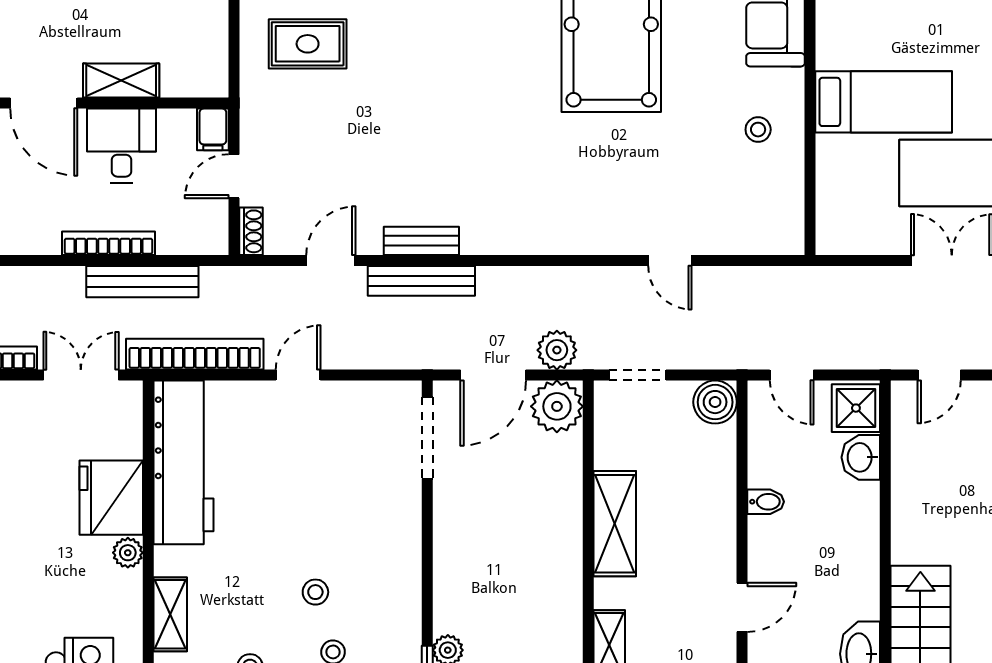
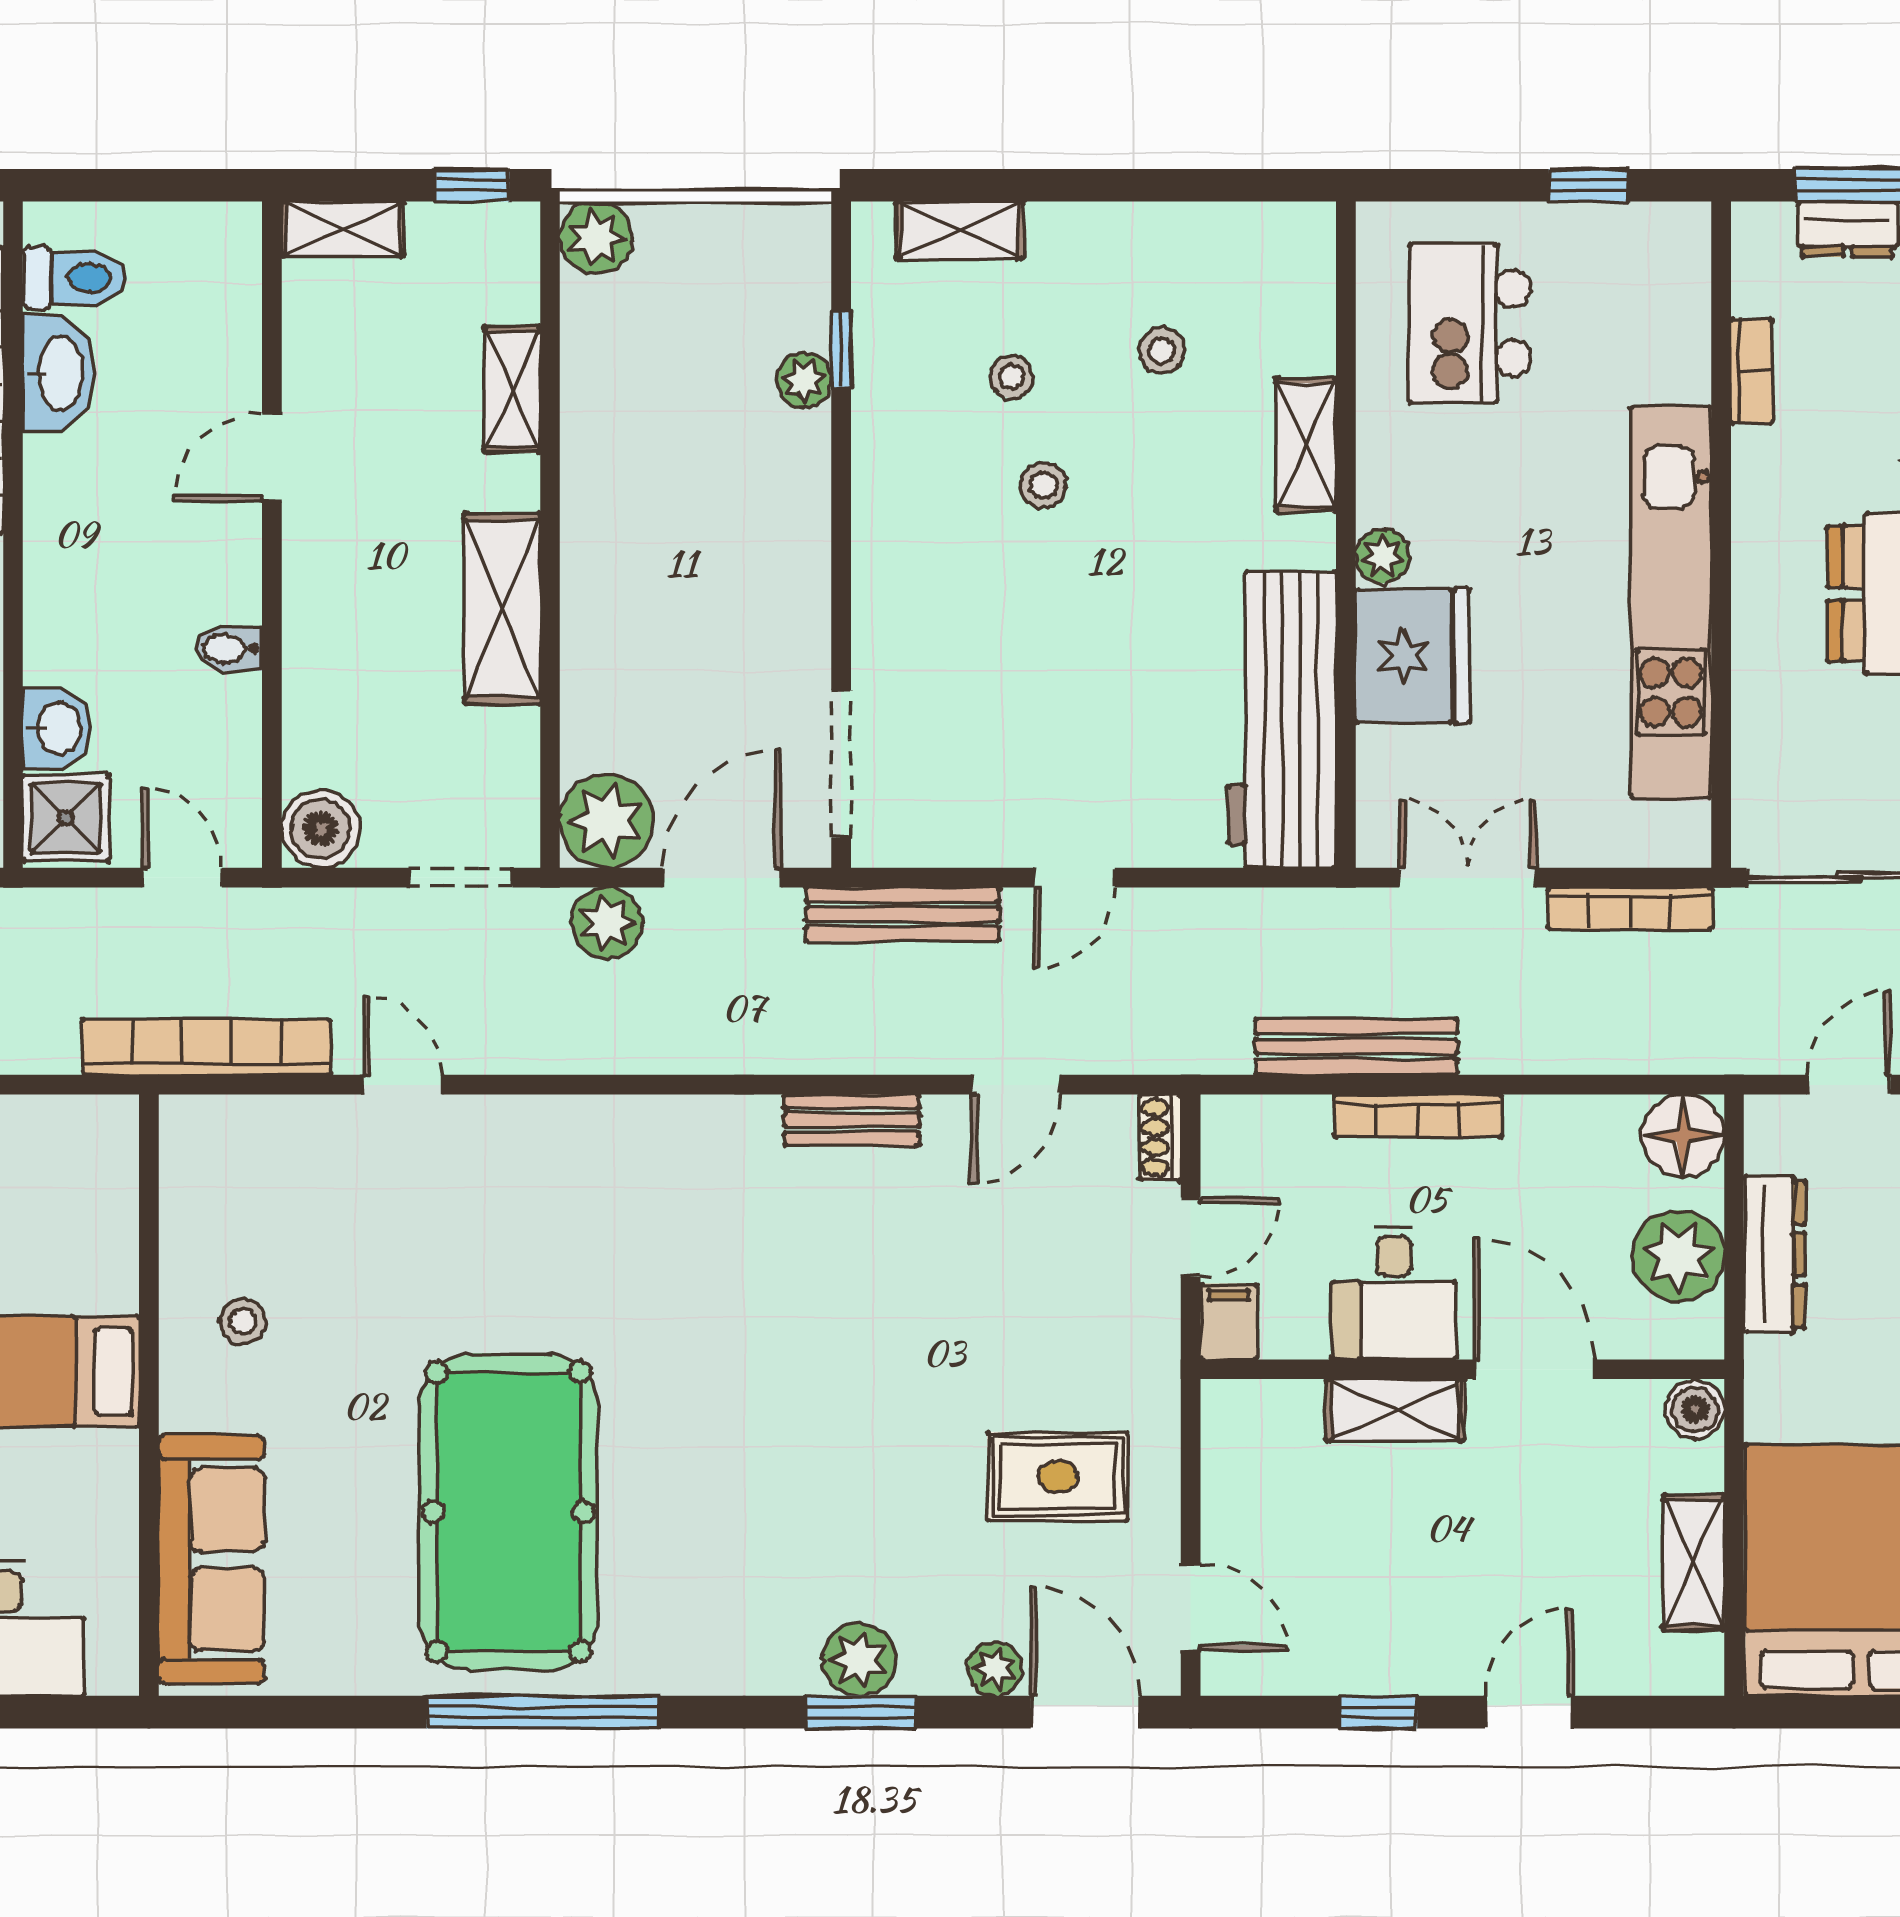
bench: (421, 281) -> (903, 914), moved
bookcase: (195, 354) -> (207, 1047), moved, turned 180
double door: (81, 375) -> (1467, 878), swing flipped

